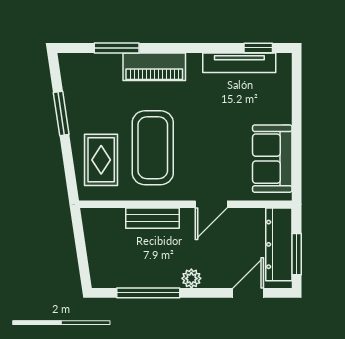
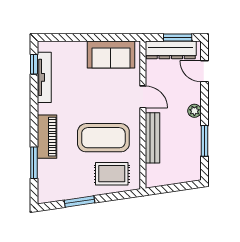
bench: (152, 218) -> (152, 138), width x1.36
window: (148, 293) -> (204, 141), width x0.69

